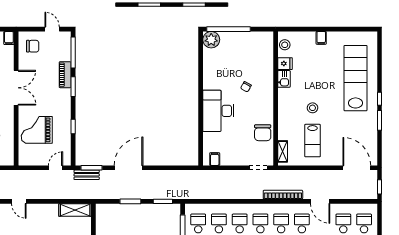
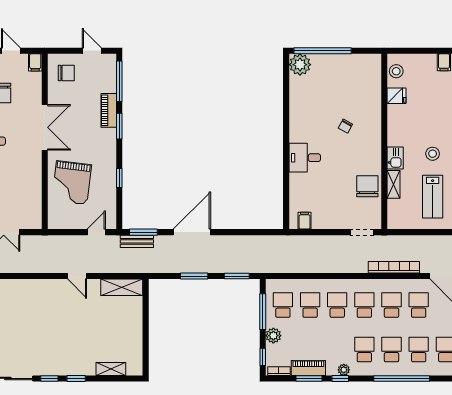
kitchen sink: (284, 79) -> (395, 158), moved
desk: (218, 111) -> (305, 158), width x0.53, depth x0.77
grand piano: (37, 130) -> (72, 183), turned -83
chair: (263, 133) -> (367, 186), turned 180
shelving: (283, 151) -> (393, 184), moved
door: (19, 201) -> (77, 276), moved

